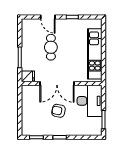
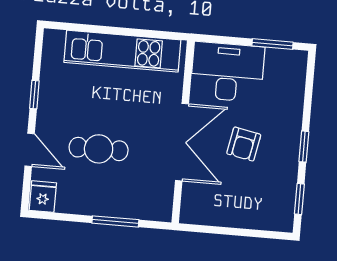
door: (48, 17) -> (30, 150), hinge flipped
fridge: (28, 76) -> (43, 197), moved

